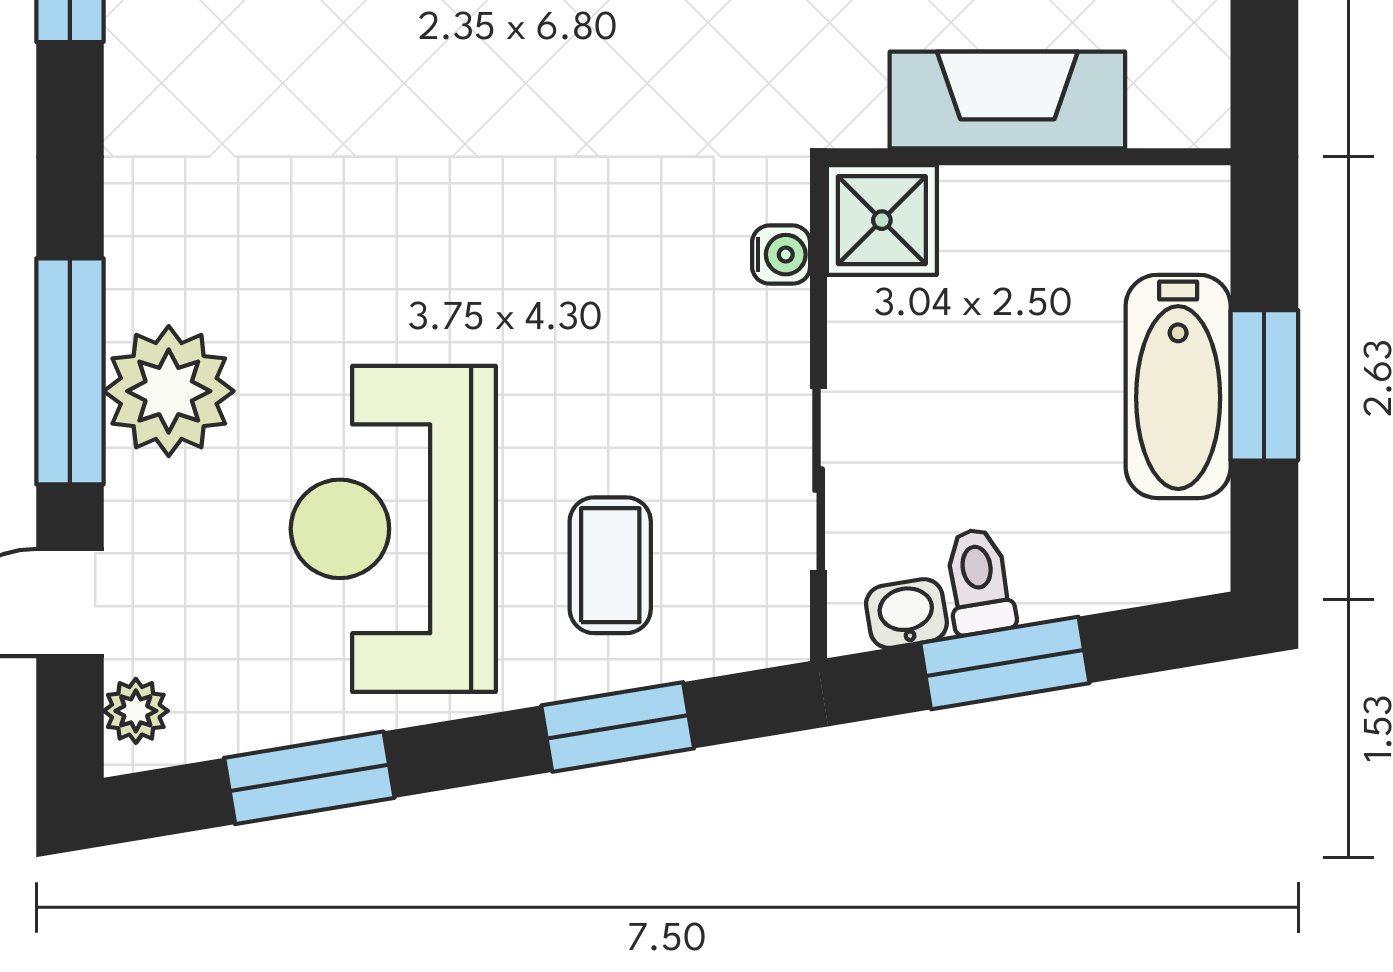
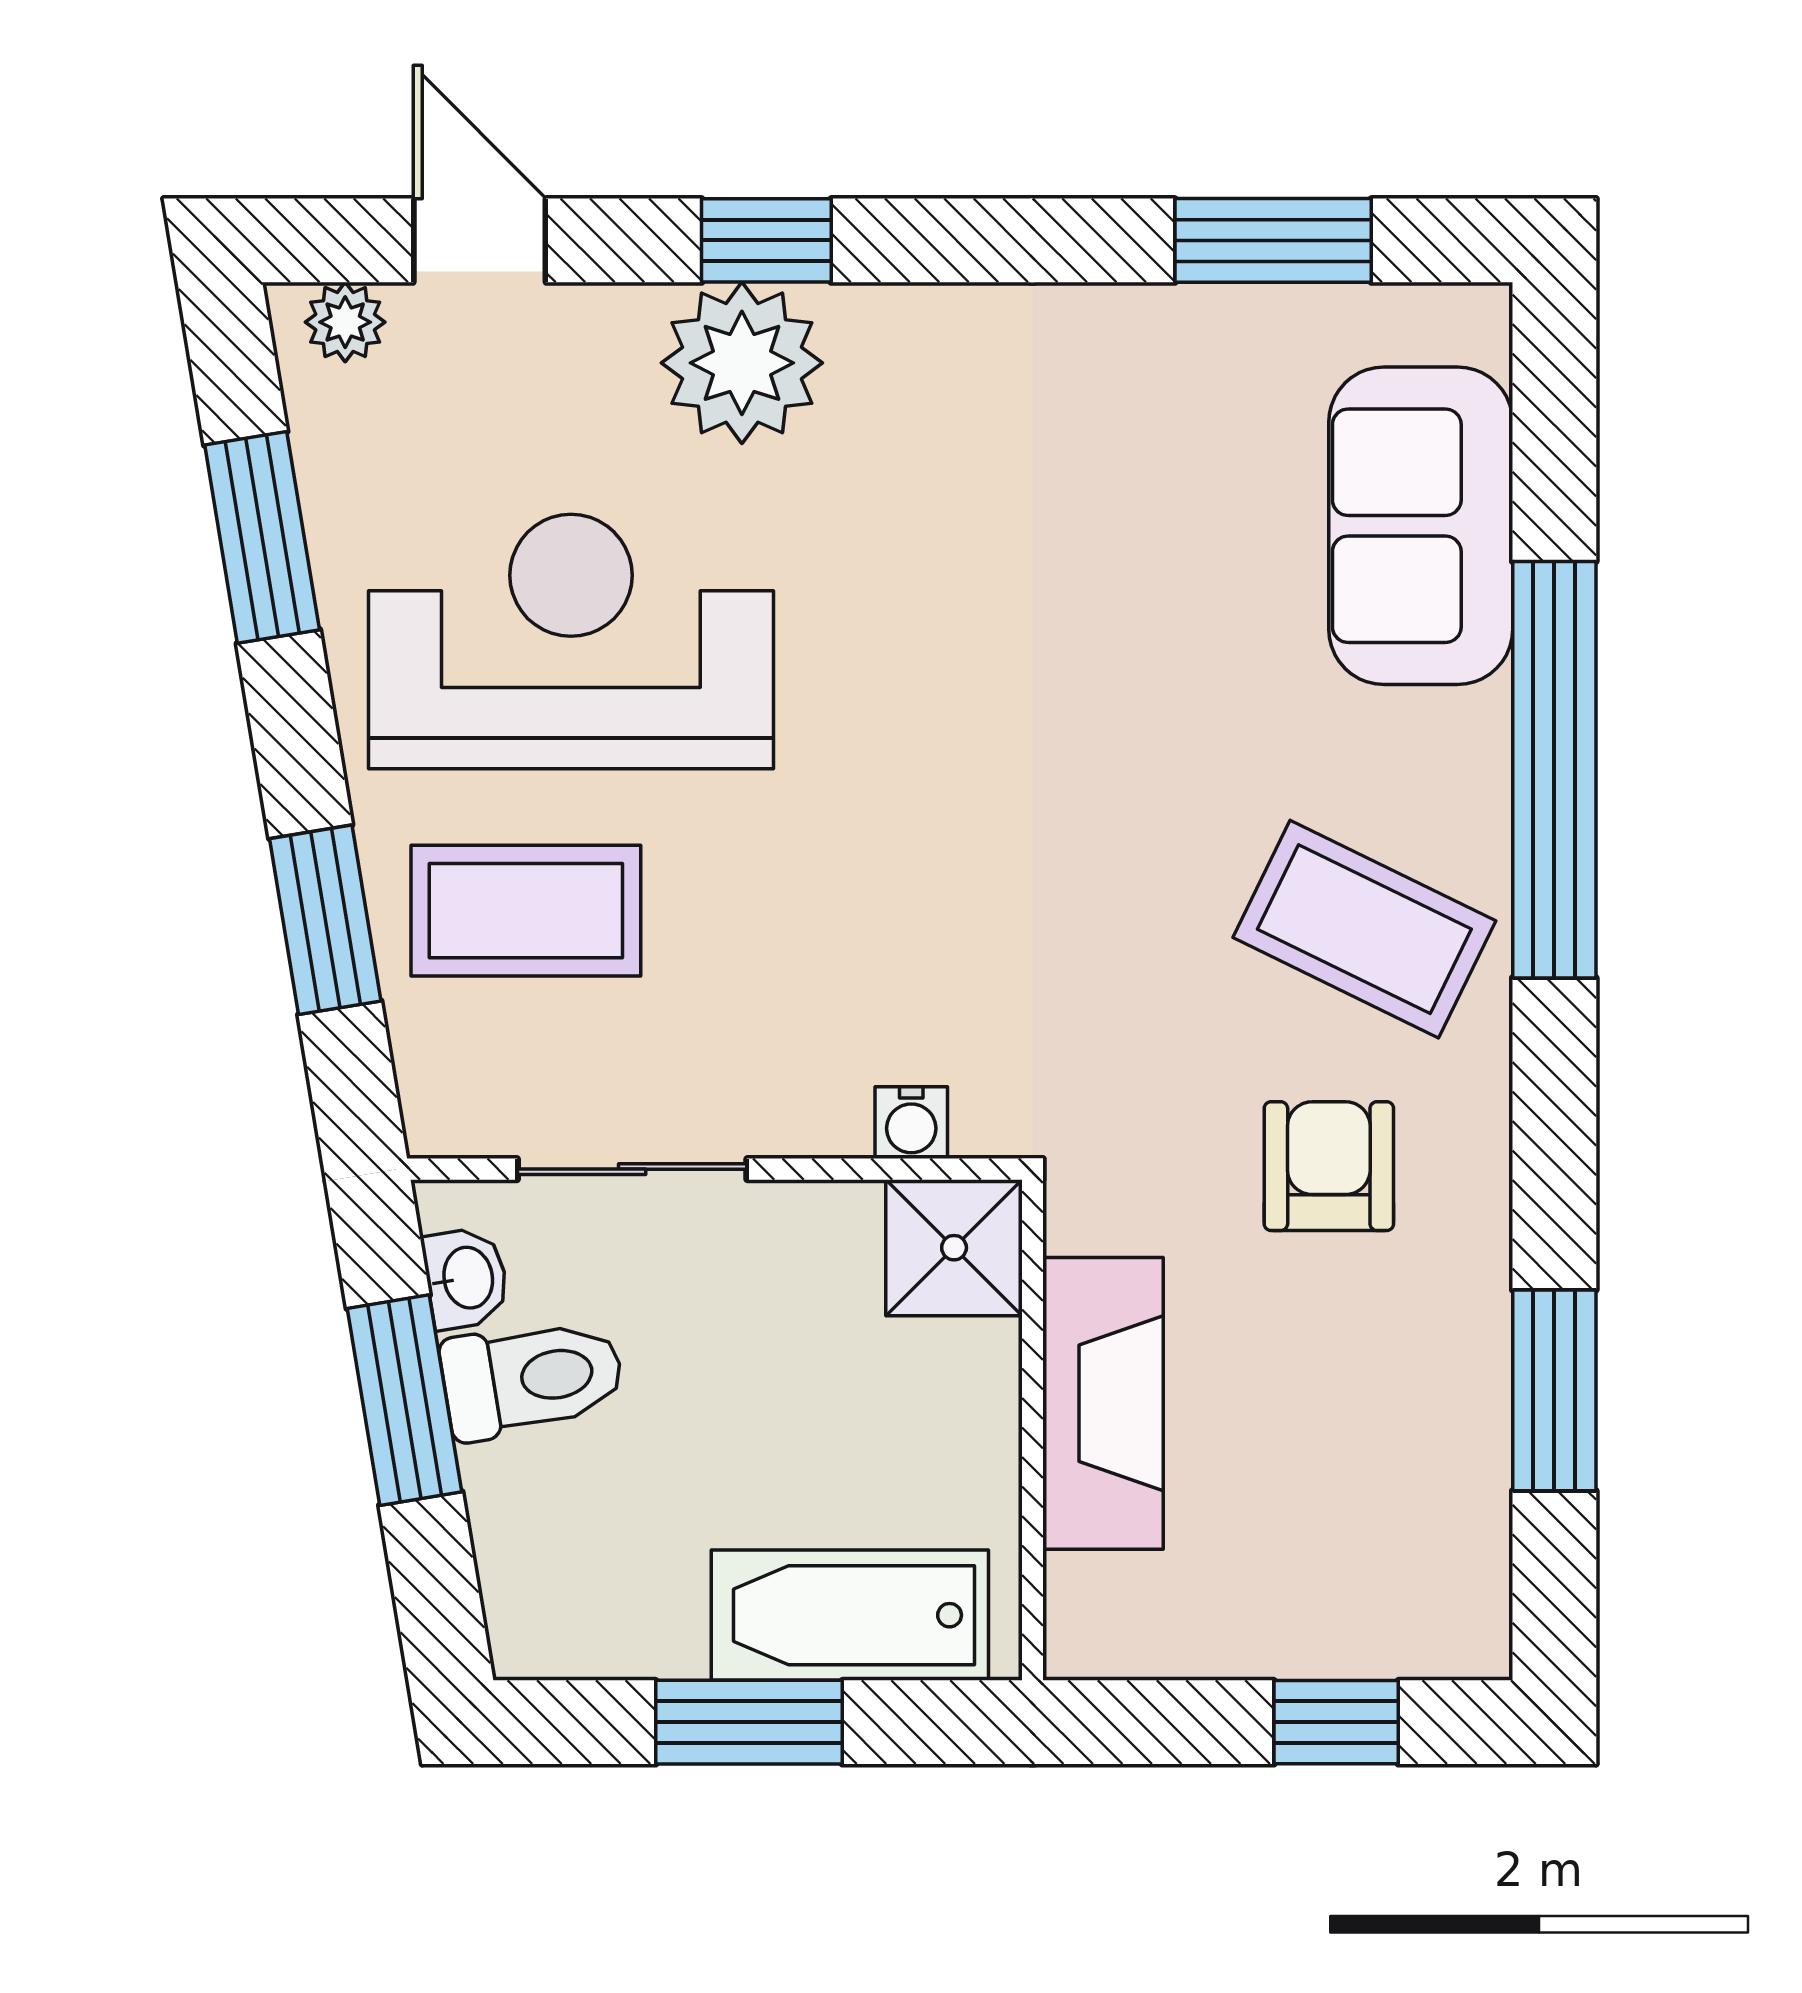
window: (70, 371) -> (766, 240), width x0.46
bathtub: (1178, 386) -> (850, 1615), moved
coffee table: (610, 565) -> (526, 911), width x1.36, depth x1.30
toilet: (979, 581) -> (532, 1378), width x1.37, depth x1.39

